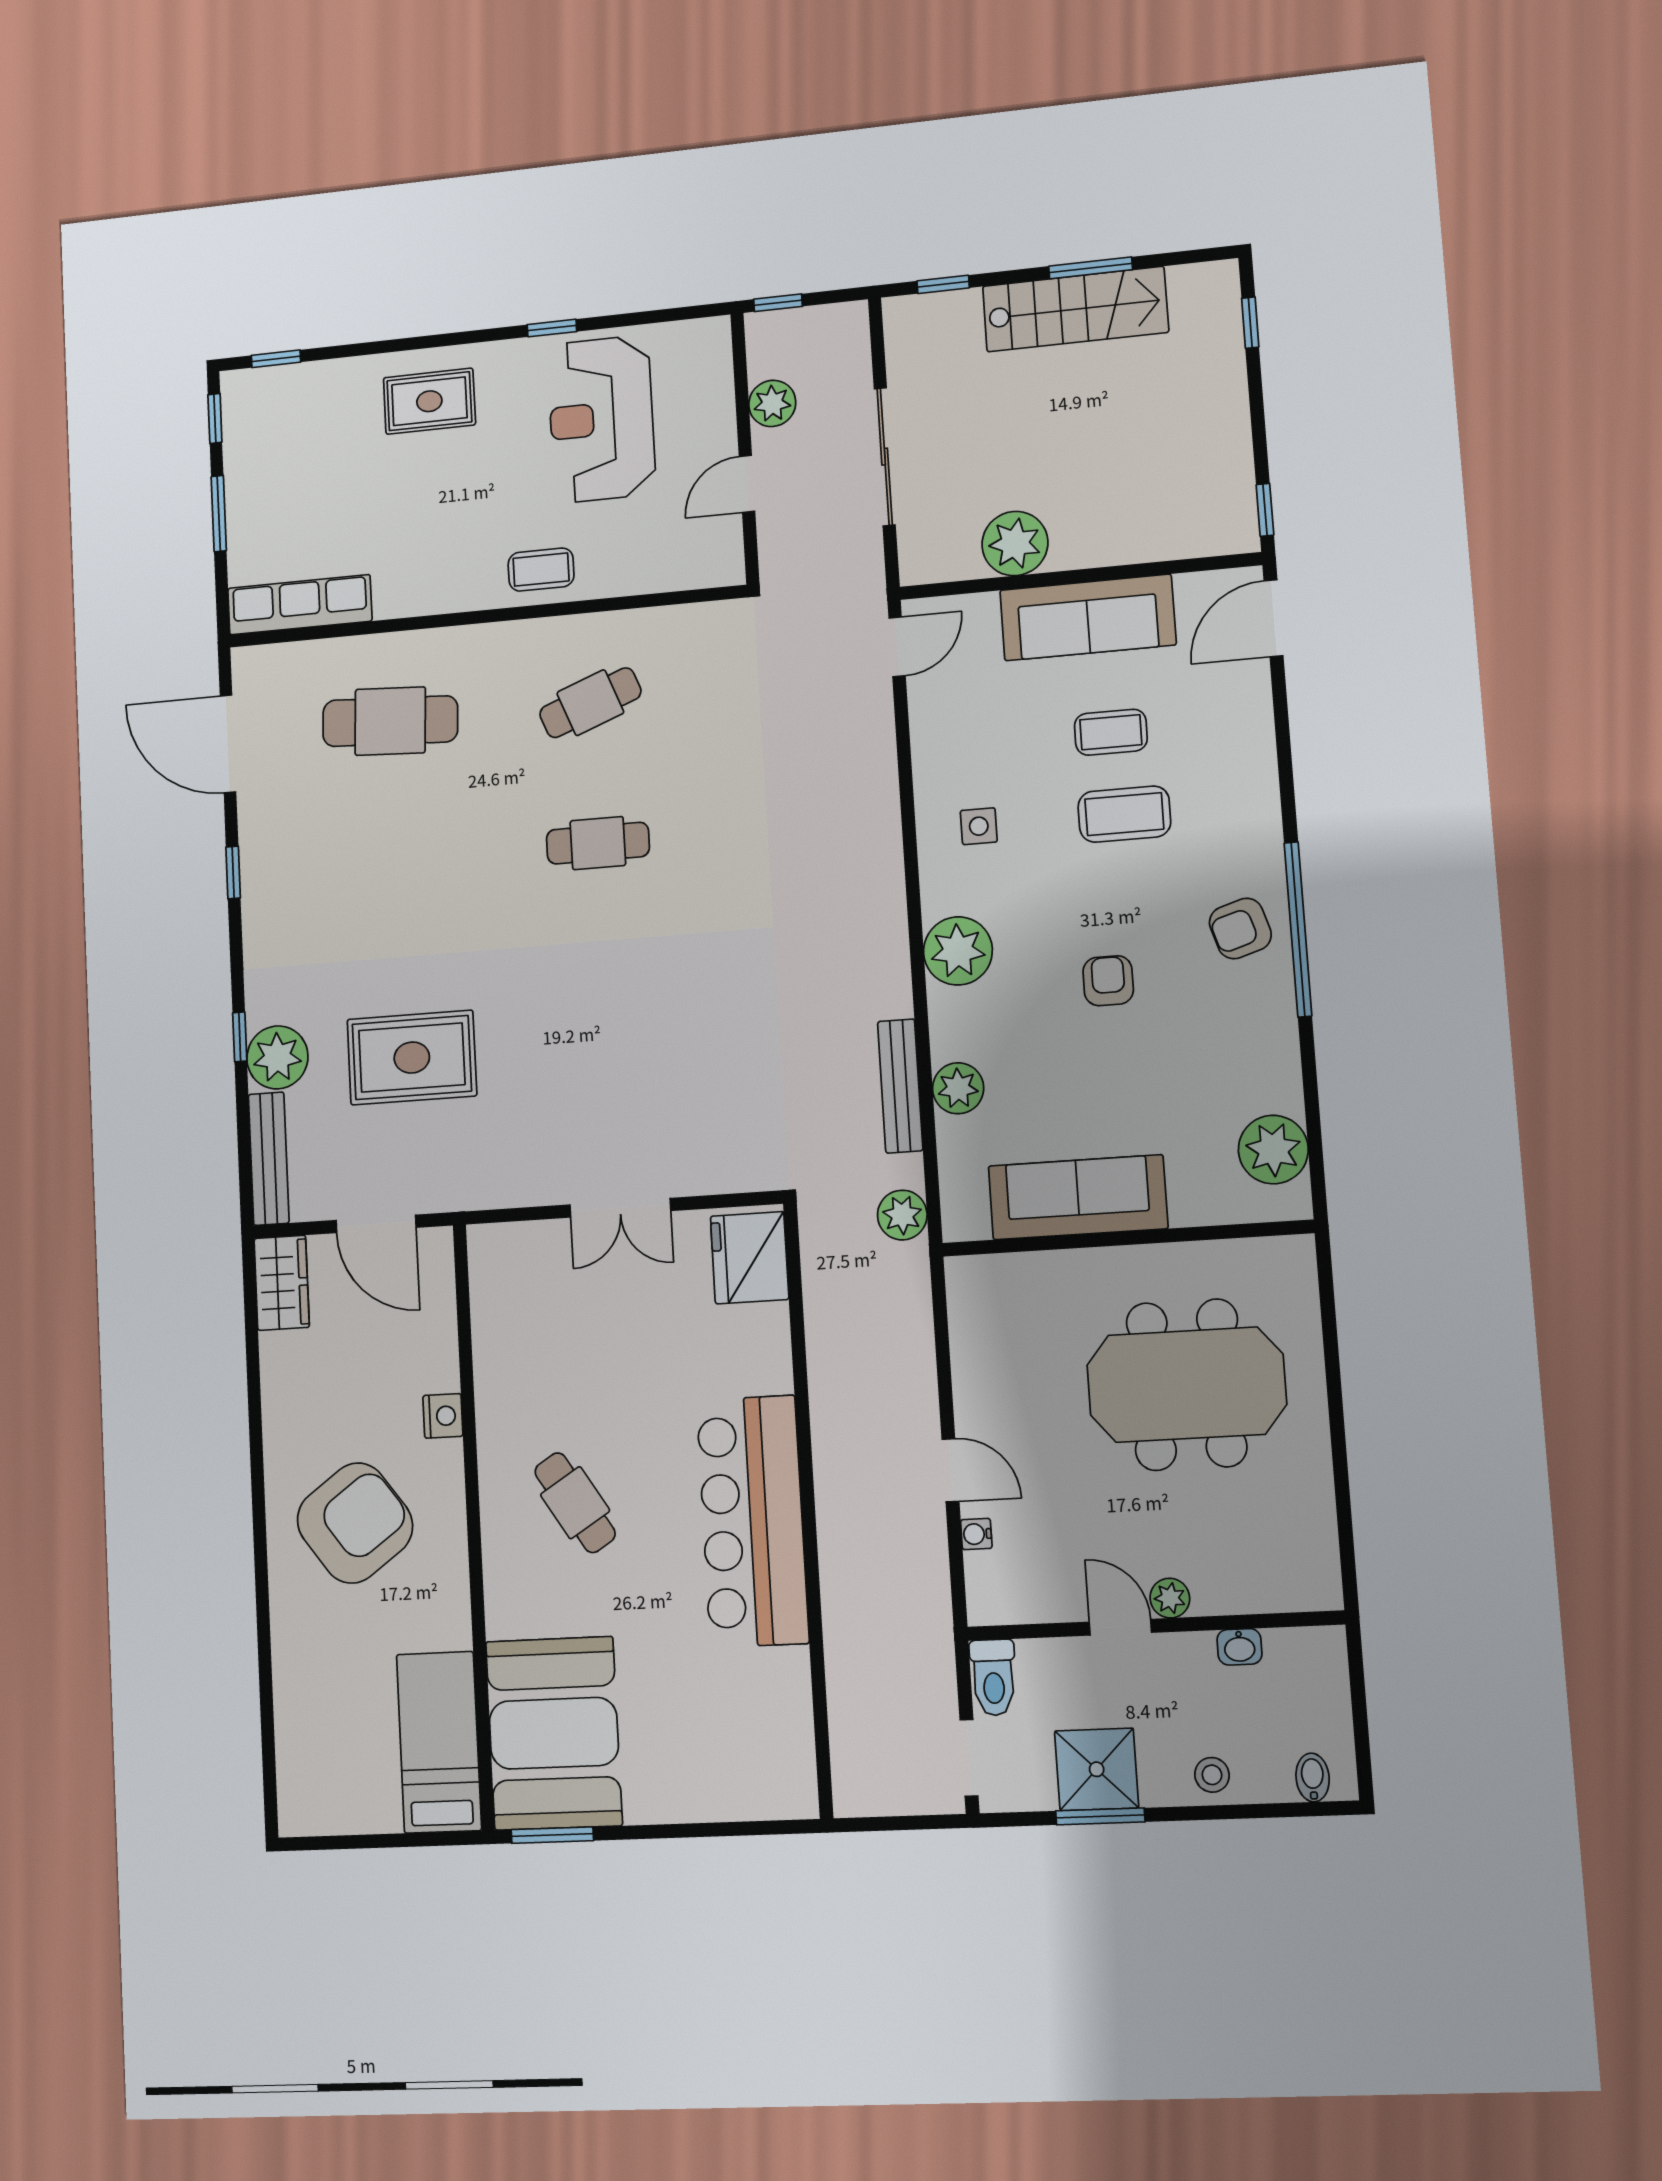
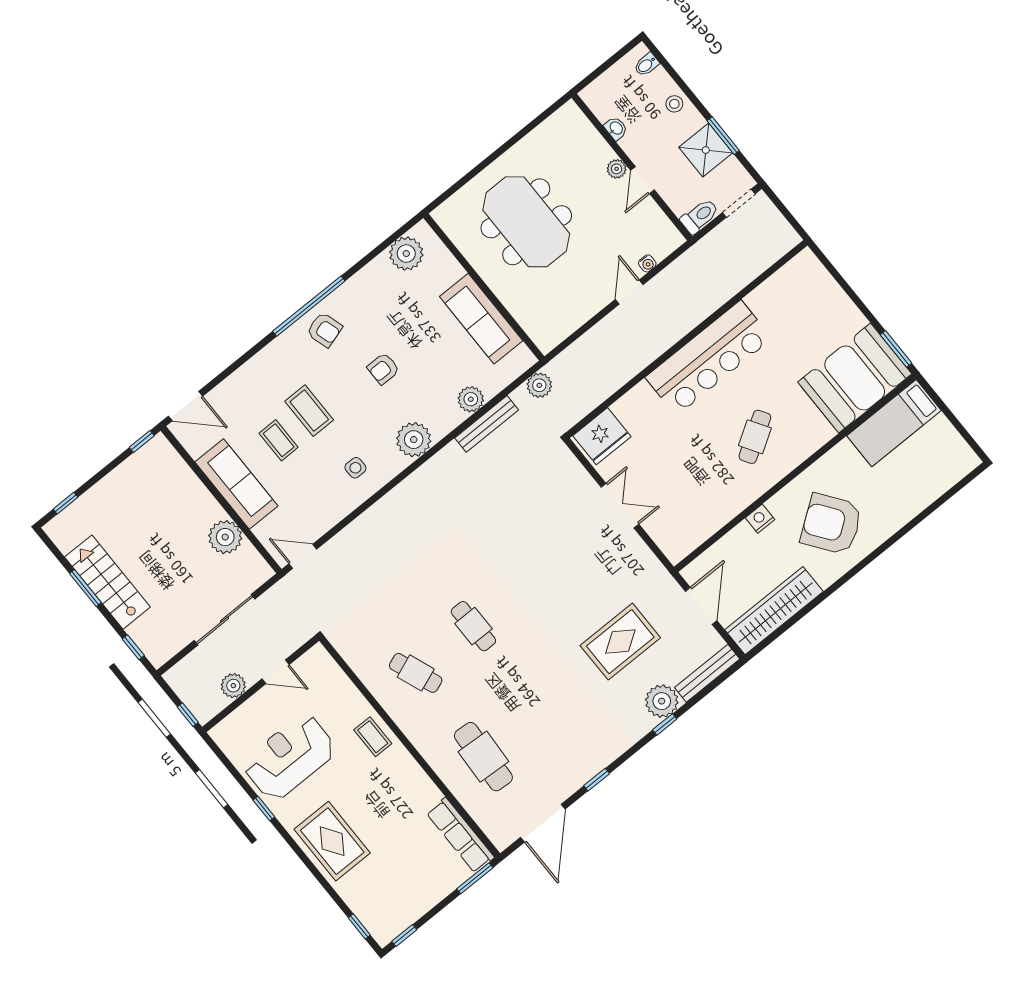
rug: (429, 401) -> (332, 841), width x1.36, depth x1.43
reception desk: (601, 419) -> (289, 757), turned 180
window: (219, 514) -> (475, 878), moved
rug: (412, 1058) -> (620, 642), turned 90
wardrobe: (282, 1283) -> (774, 611), width x2.10, depth x1.17

